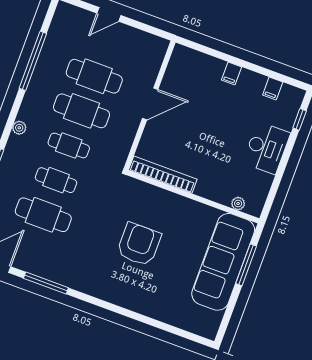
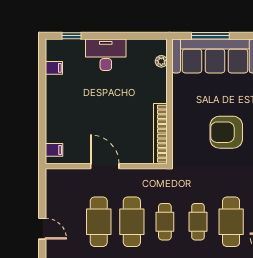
filing cabinet: (231, 73) -> (54, 150), moved

